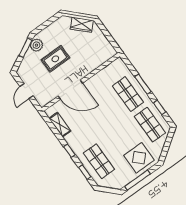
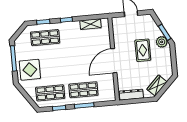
dresser: (105, 45) -> (131, 95), added
door: (70, 90) -> (114, 61), moved

